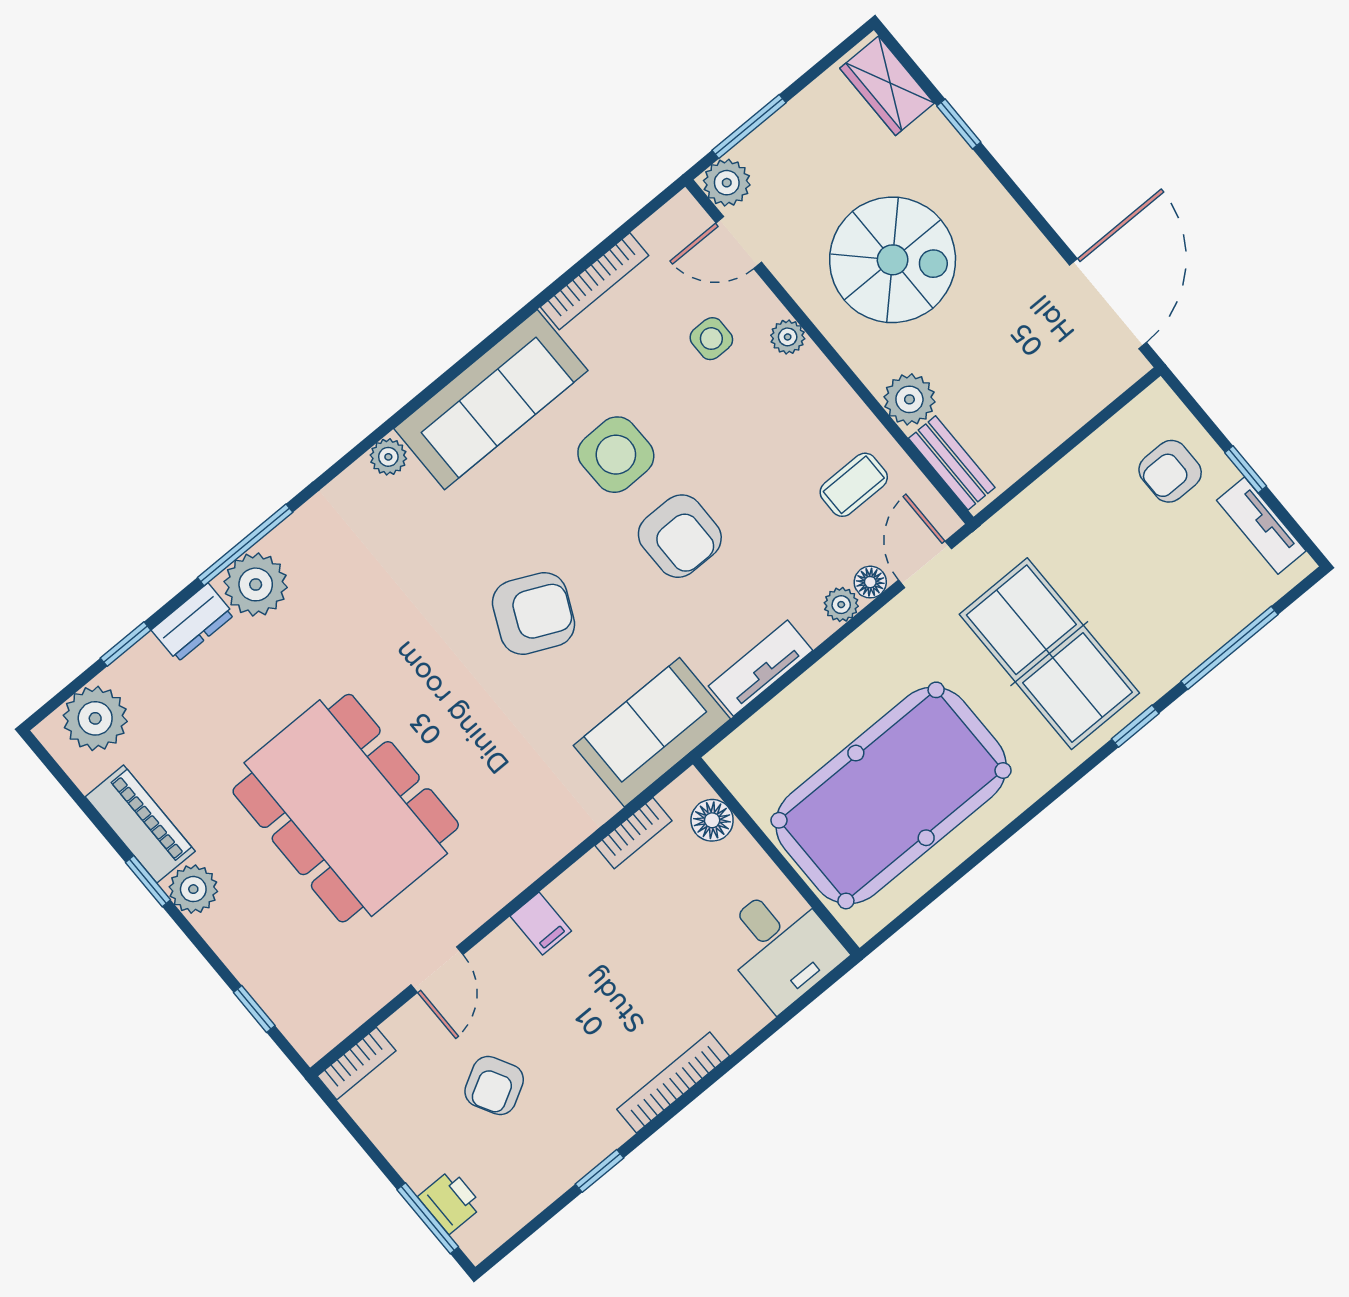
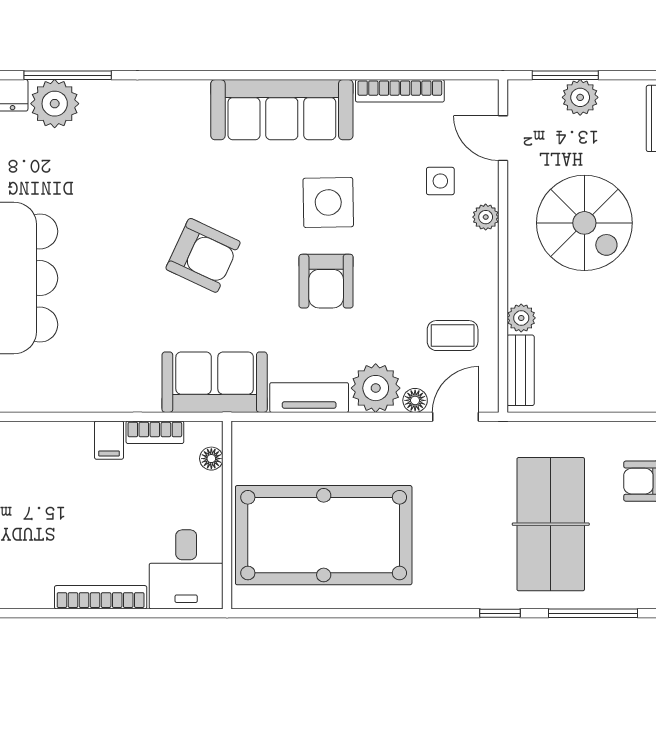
plant: (727, 183) -> (580, 97), moved
plant: (909, 399) -> (521, 318), width x0.73, depth x0.73
plant: (388, 457) -> (194, 93), removed
plant: (841, 605) -> (376, 388), width x1.88, depth x1.88
table tennis table: (1049, 654) -> (551, 524), moved
floor lamp: (712, 820) -> (211, 459), width x0.73, depth x0.73
filing cabinet: (541, 923) -> (109, 440), moved
bookcase: (673, 1083) -> (101, 597), moved

